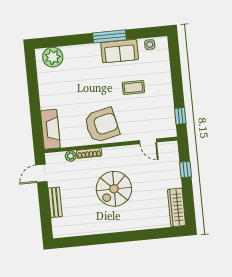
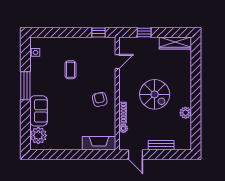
sofa: (120, 51) -> (39, 111), moved
armchair: (102, 125) -> (100, 99), width x0.53, depth x0.53
plant: (96, 227) -> (186, 113), added

